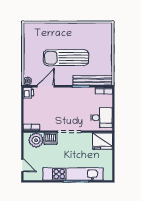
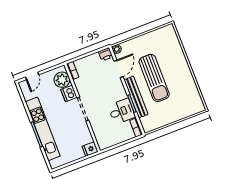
sun lounger: (66, 58) -> (154, 78), turned 180
bench: (93, 80) -> (136, 97), moved
door: (46, 86) -> (118, 69), hinge flipped
desk: (102, 118) -> (122, 111), moved, turned -90
fridge: (102, 141) -> (90, 149), width x0.53, depth x0.75

